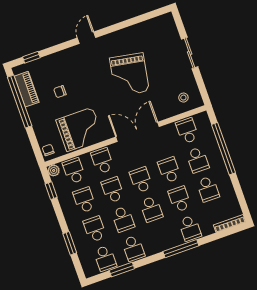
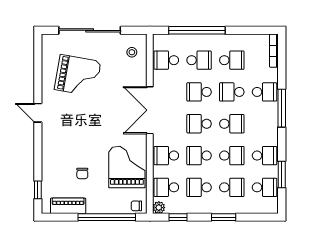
door: (86, 38) -> (38, 113), moved
sliding door: (190, 53) -> (90, 30), width x1.86
grand piano: (129, 75) -> (78, 75), moved
window: (20, 102) -> (107, 217), moved
school desk: (95, 229) -> (232, 187), turned 180
window: (70, 243) -> (224, 217), moved

